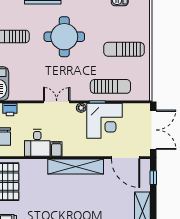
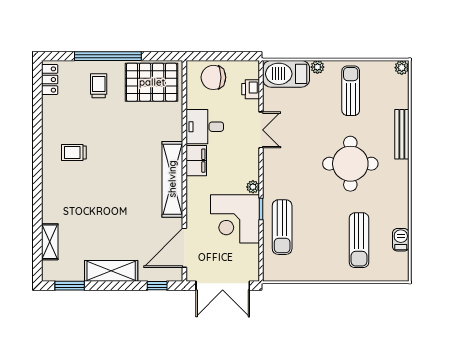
sun lounger: (124, 49) -> (359, 240), moved, turned 180
double door: (57, 102) -> (261, 130), moved
filing cabinet: (56, 149) -> (196, 161), width x2.00

